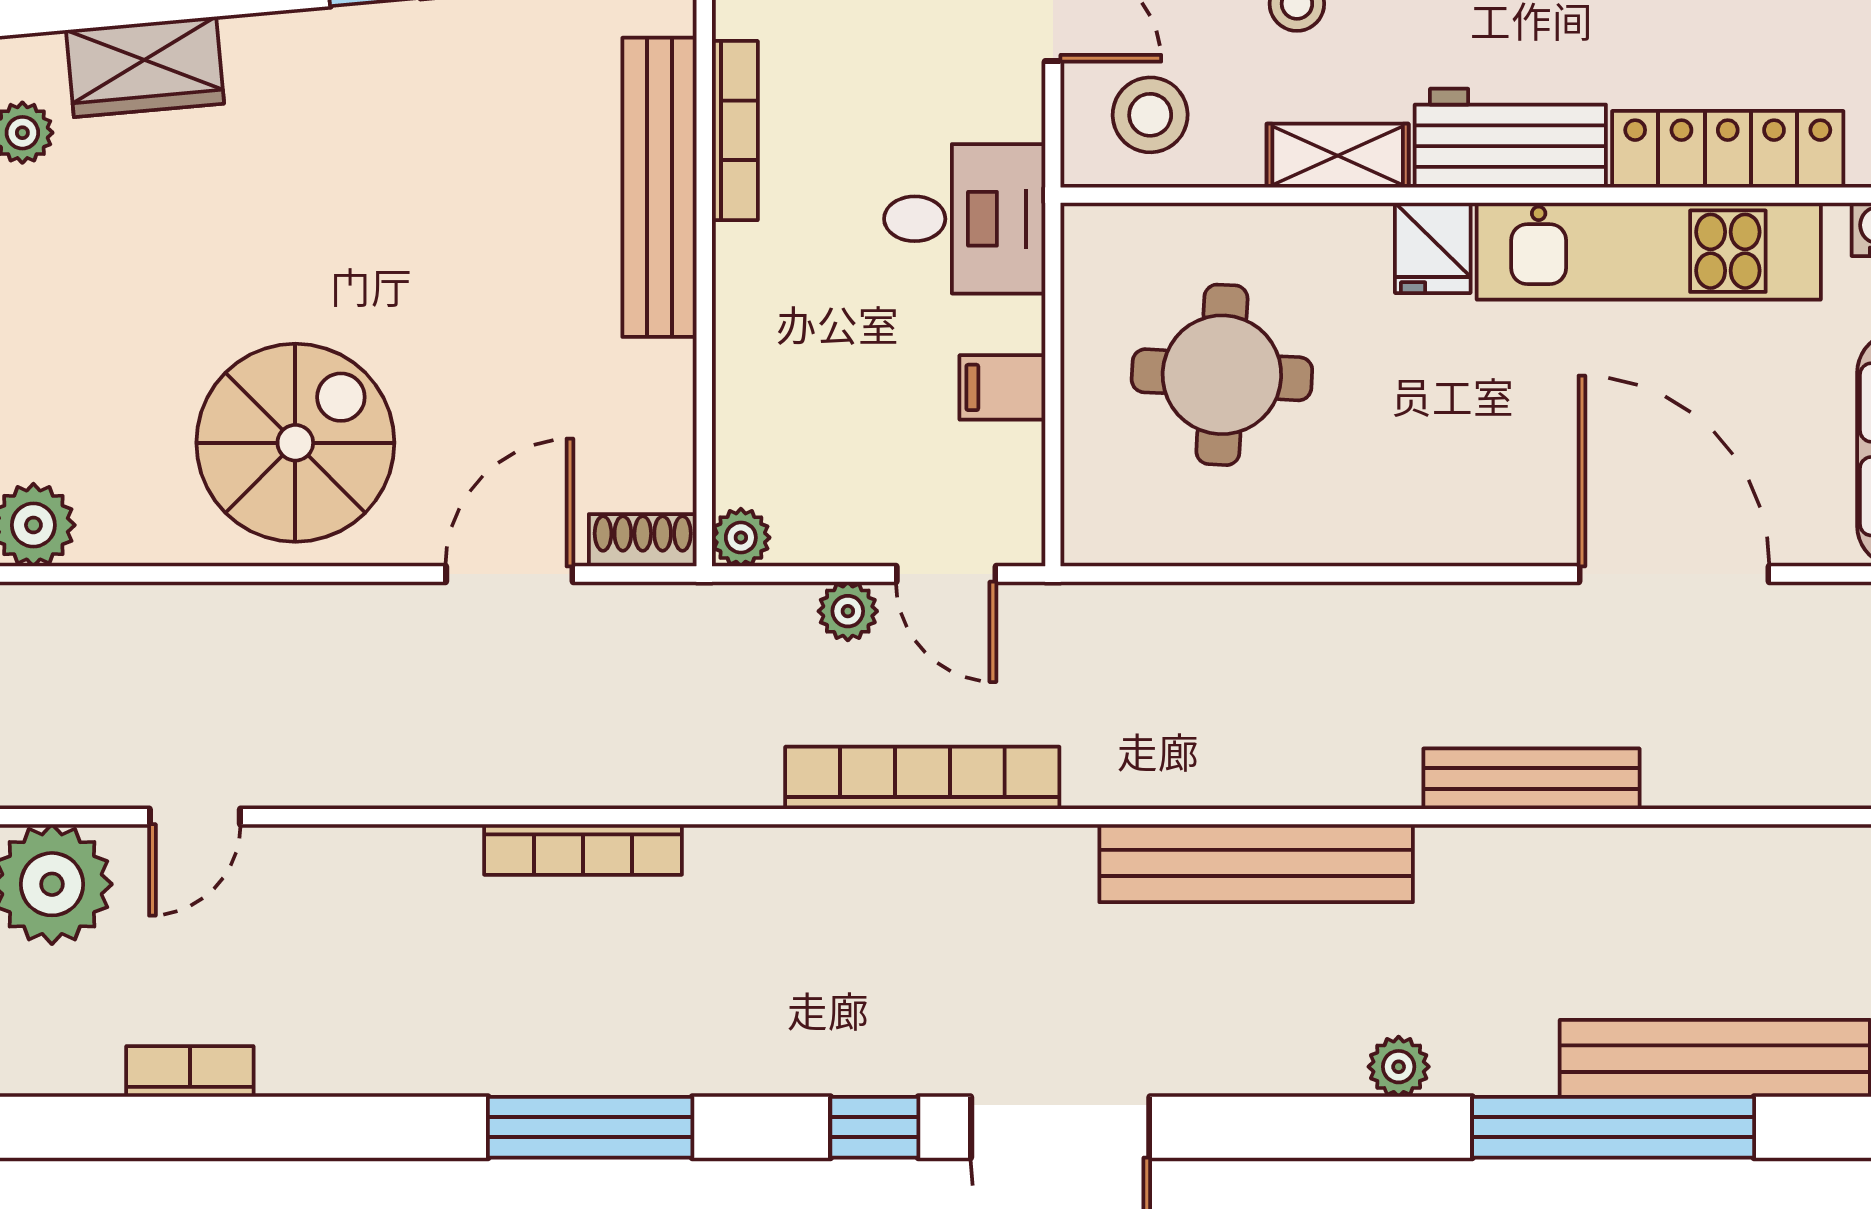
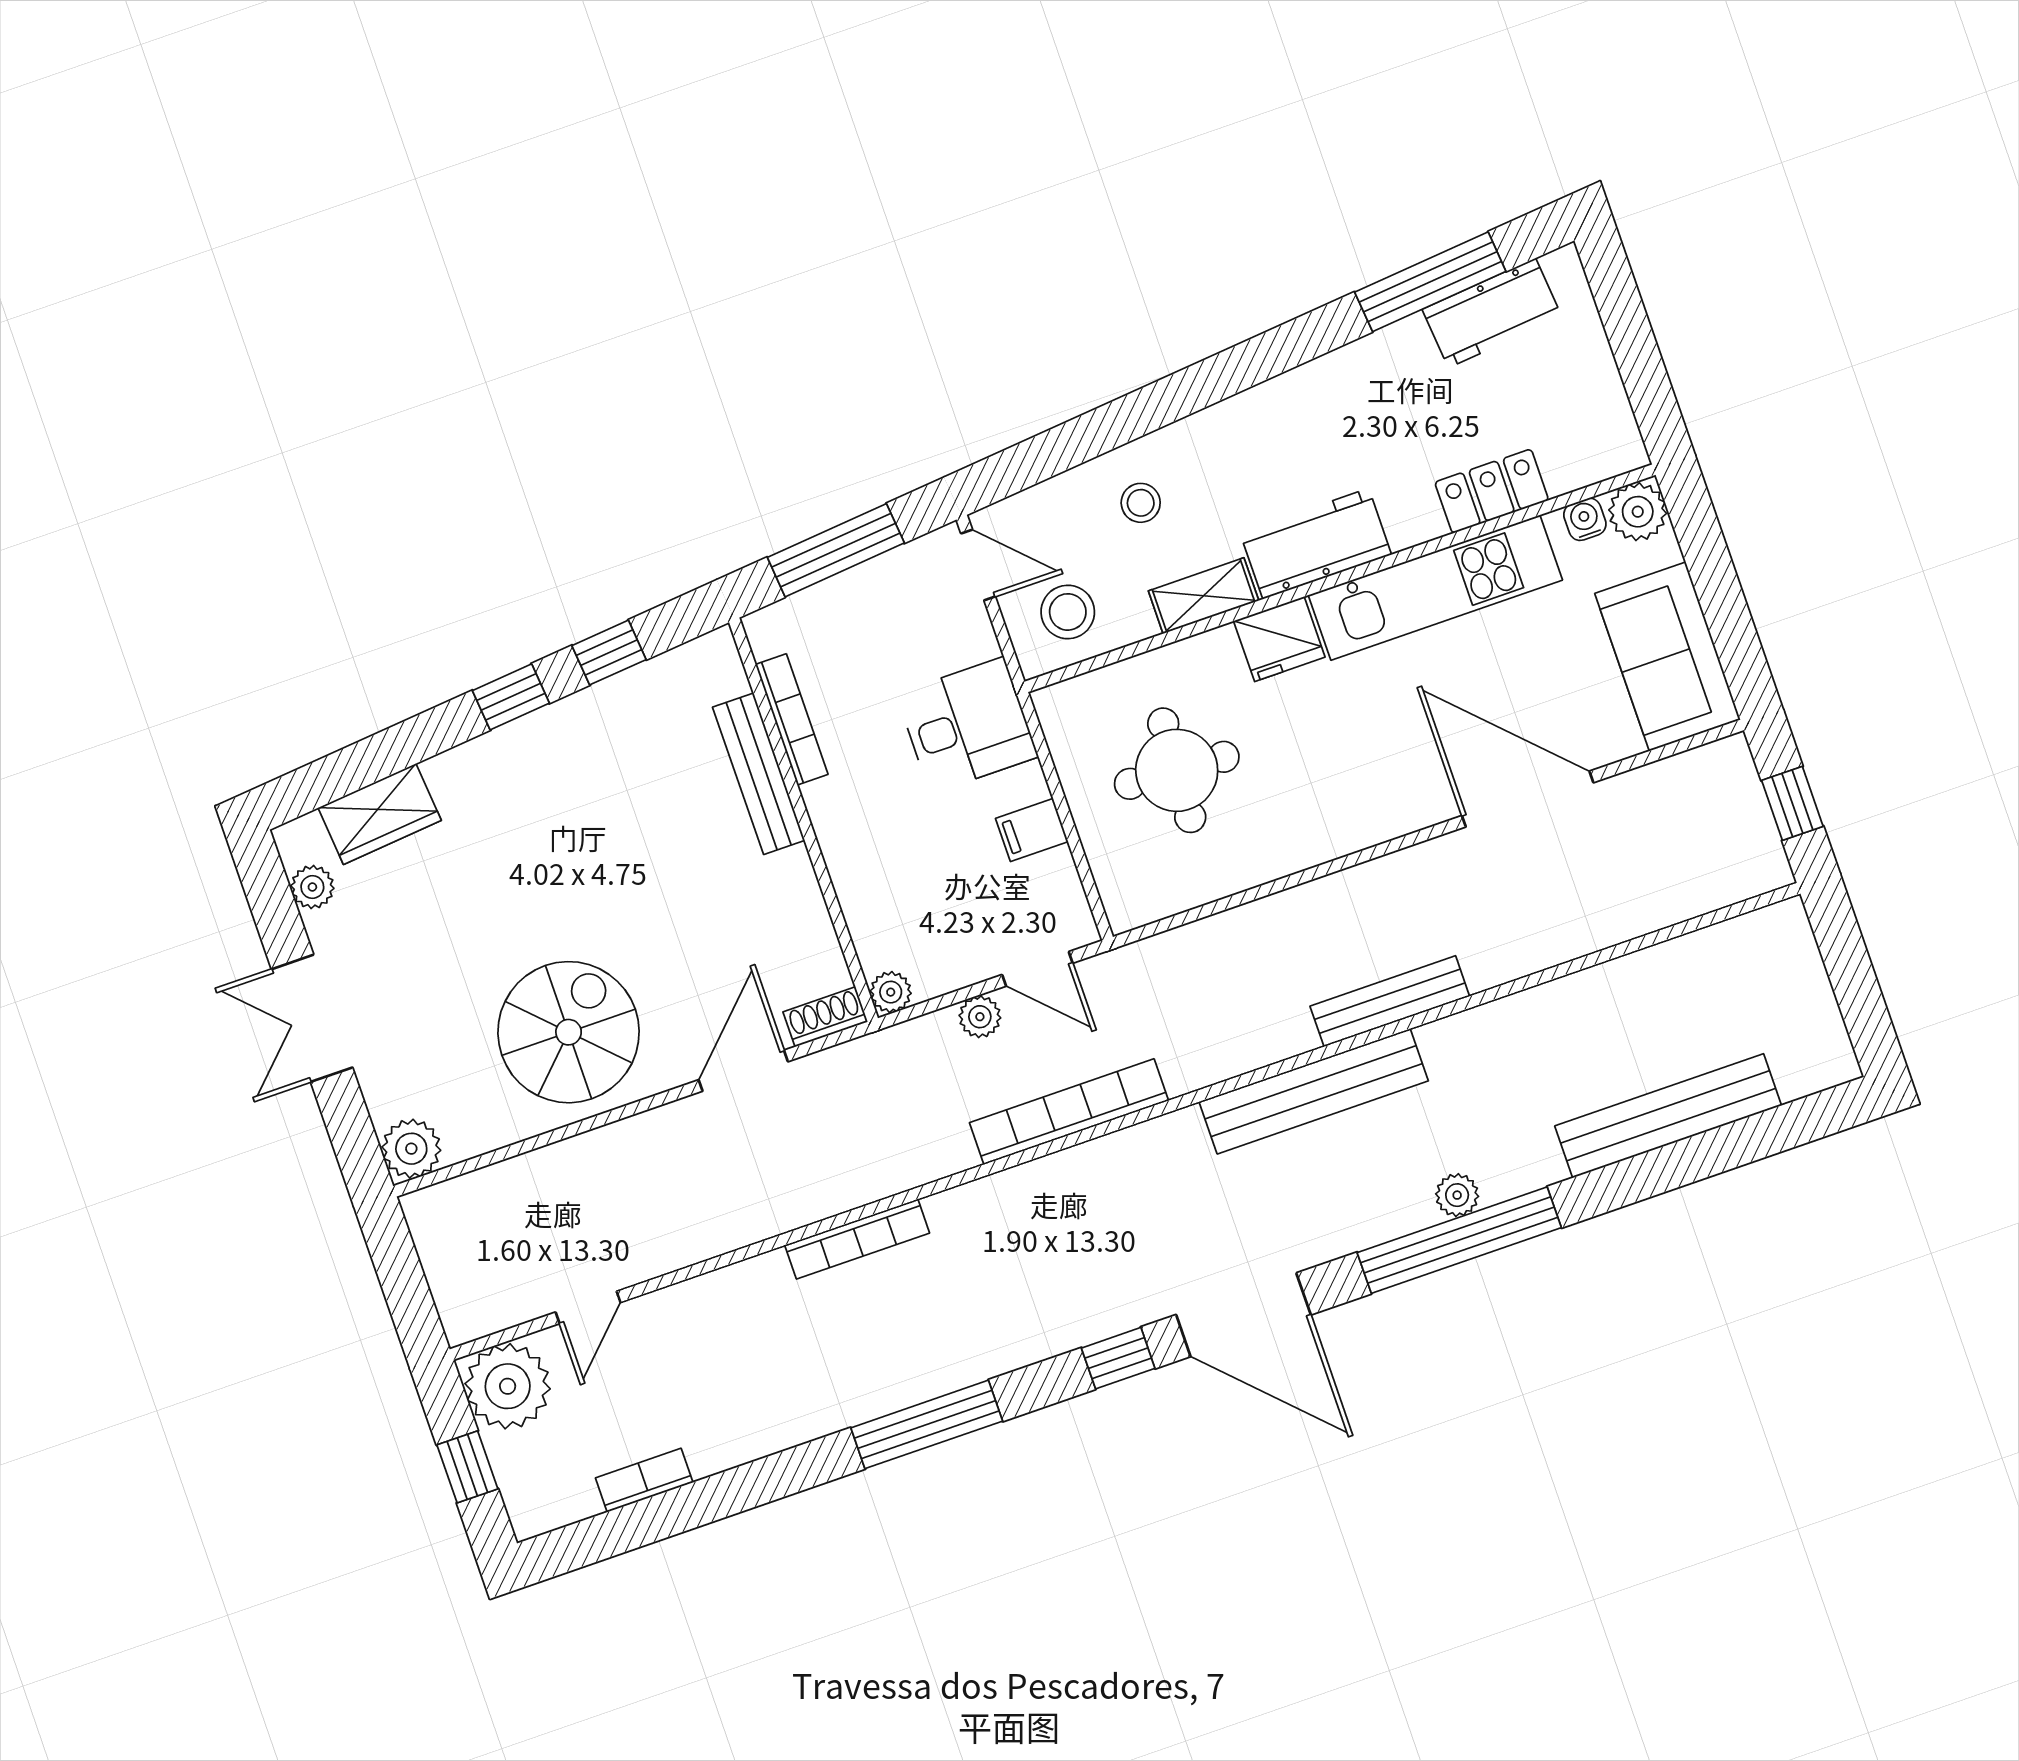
locker: (1728, 149) -> (1492, 491), width x0.66
bench: (659, 187) -> (759, 774), width x0.73, depth x0.82
fridge: (1433, 248) -> (1279, 639), width x1.38
bench: (1531, 779) -> (1390, 1001), moved
window: (1613, 1127) -> (1459, 1240), moved

